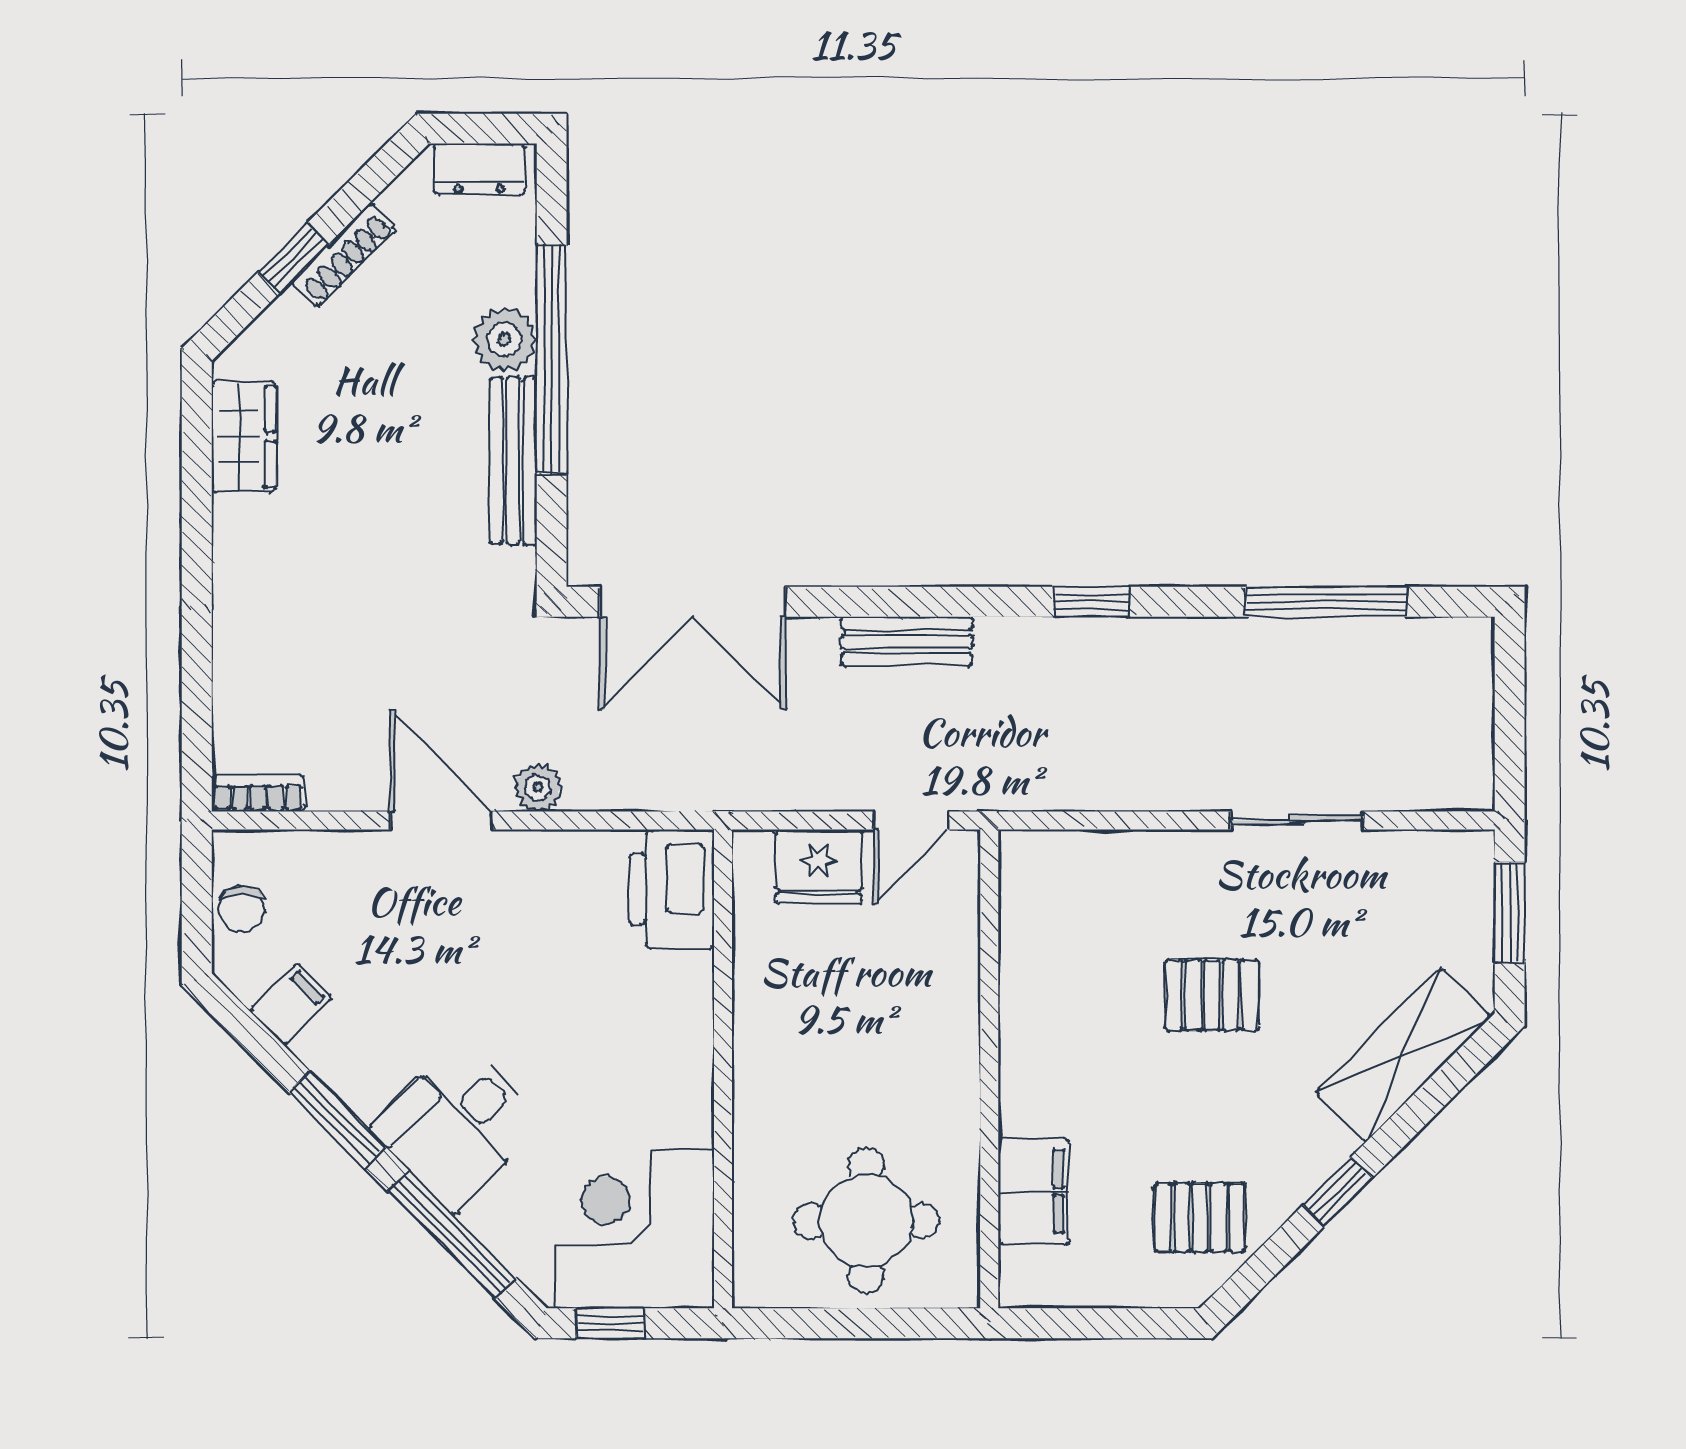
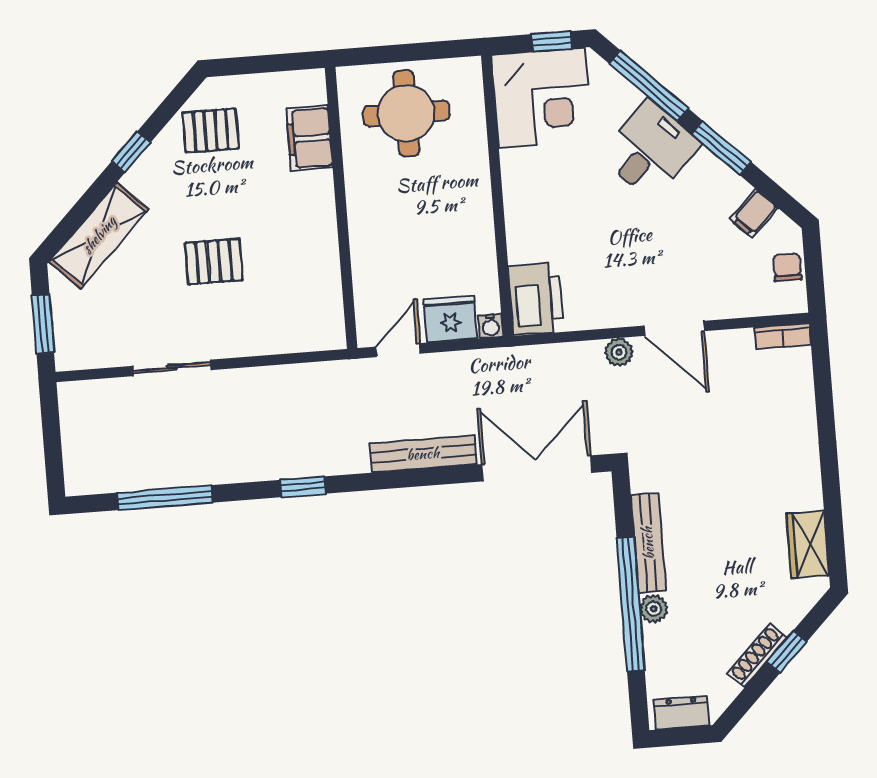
plant: (504, 340) -> (654, 609), width x0.73, depth x0.73
bench: (907, 642) -> (423, 454), width x1.36
water cooler: (752, 849) -> (491, 326), added

